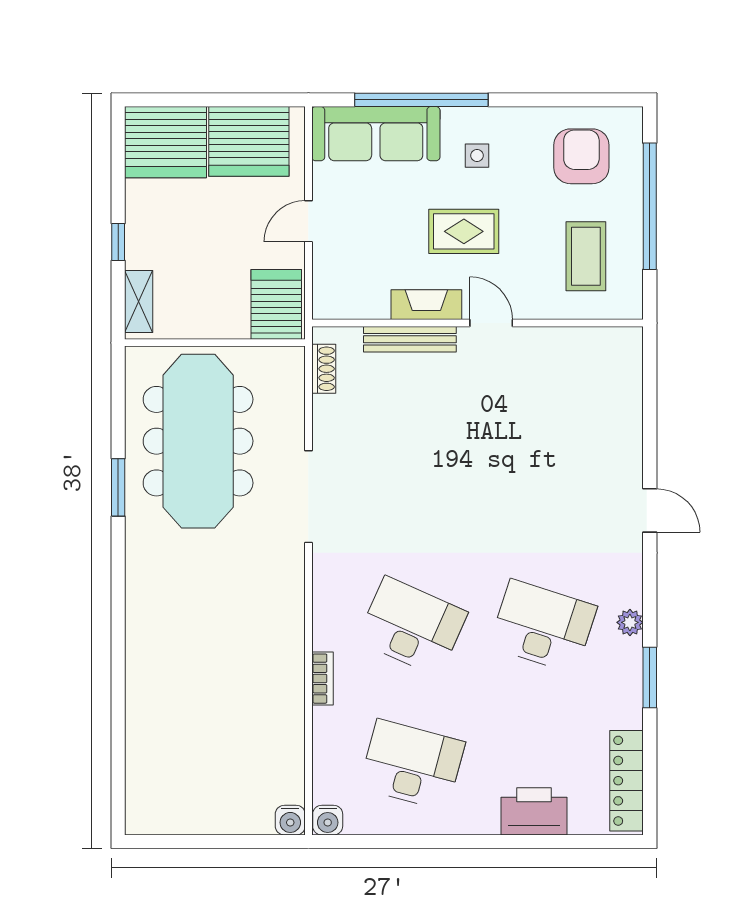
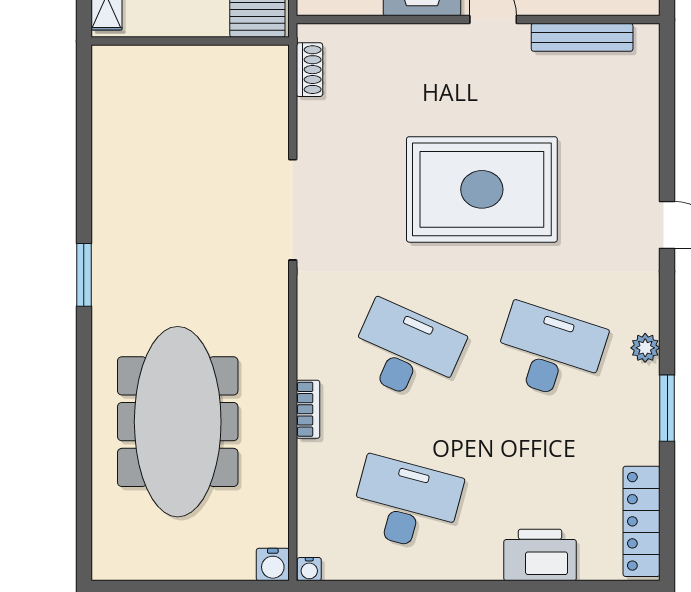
bench: (410, 339) -> (582, 37), moved
meeting table: (198, 441) -> (178, 422), moved
rug: (481, 478) -> (482, 189), added
window: (118, 487) -> (84, 275), moved
water cooler: (328, 820) -> (309, 569), width x0.72, depth x0.72

